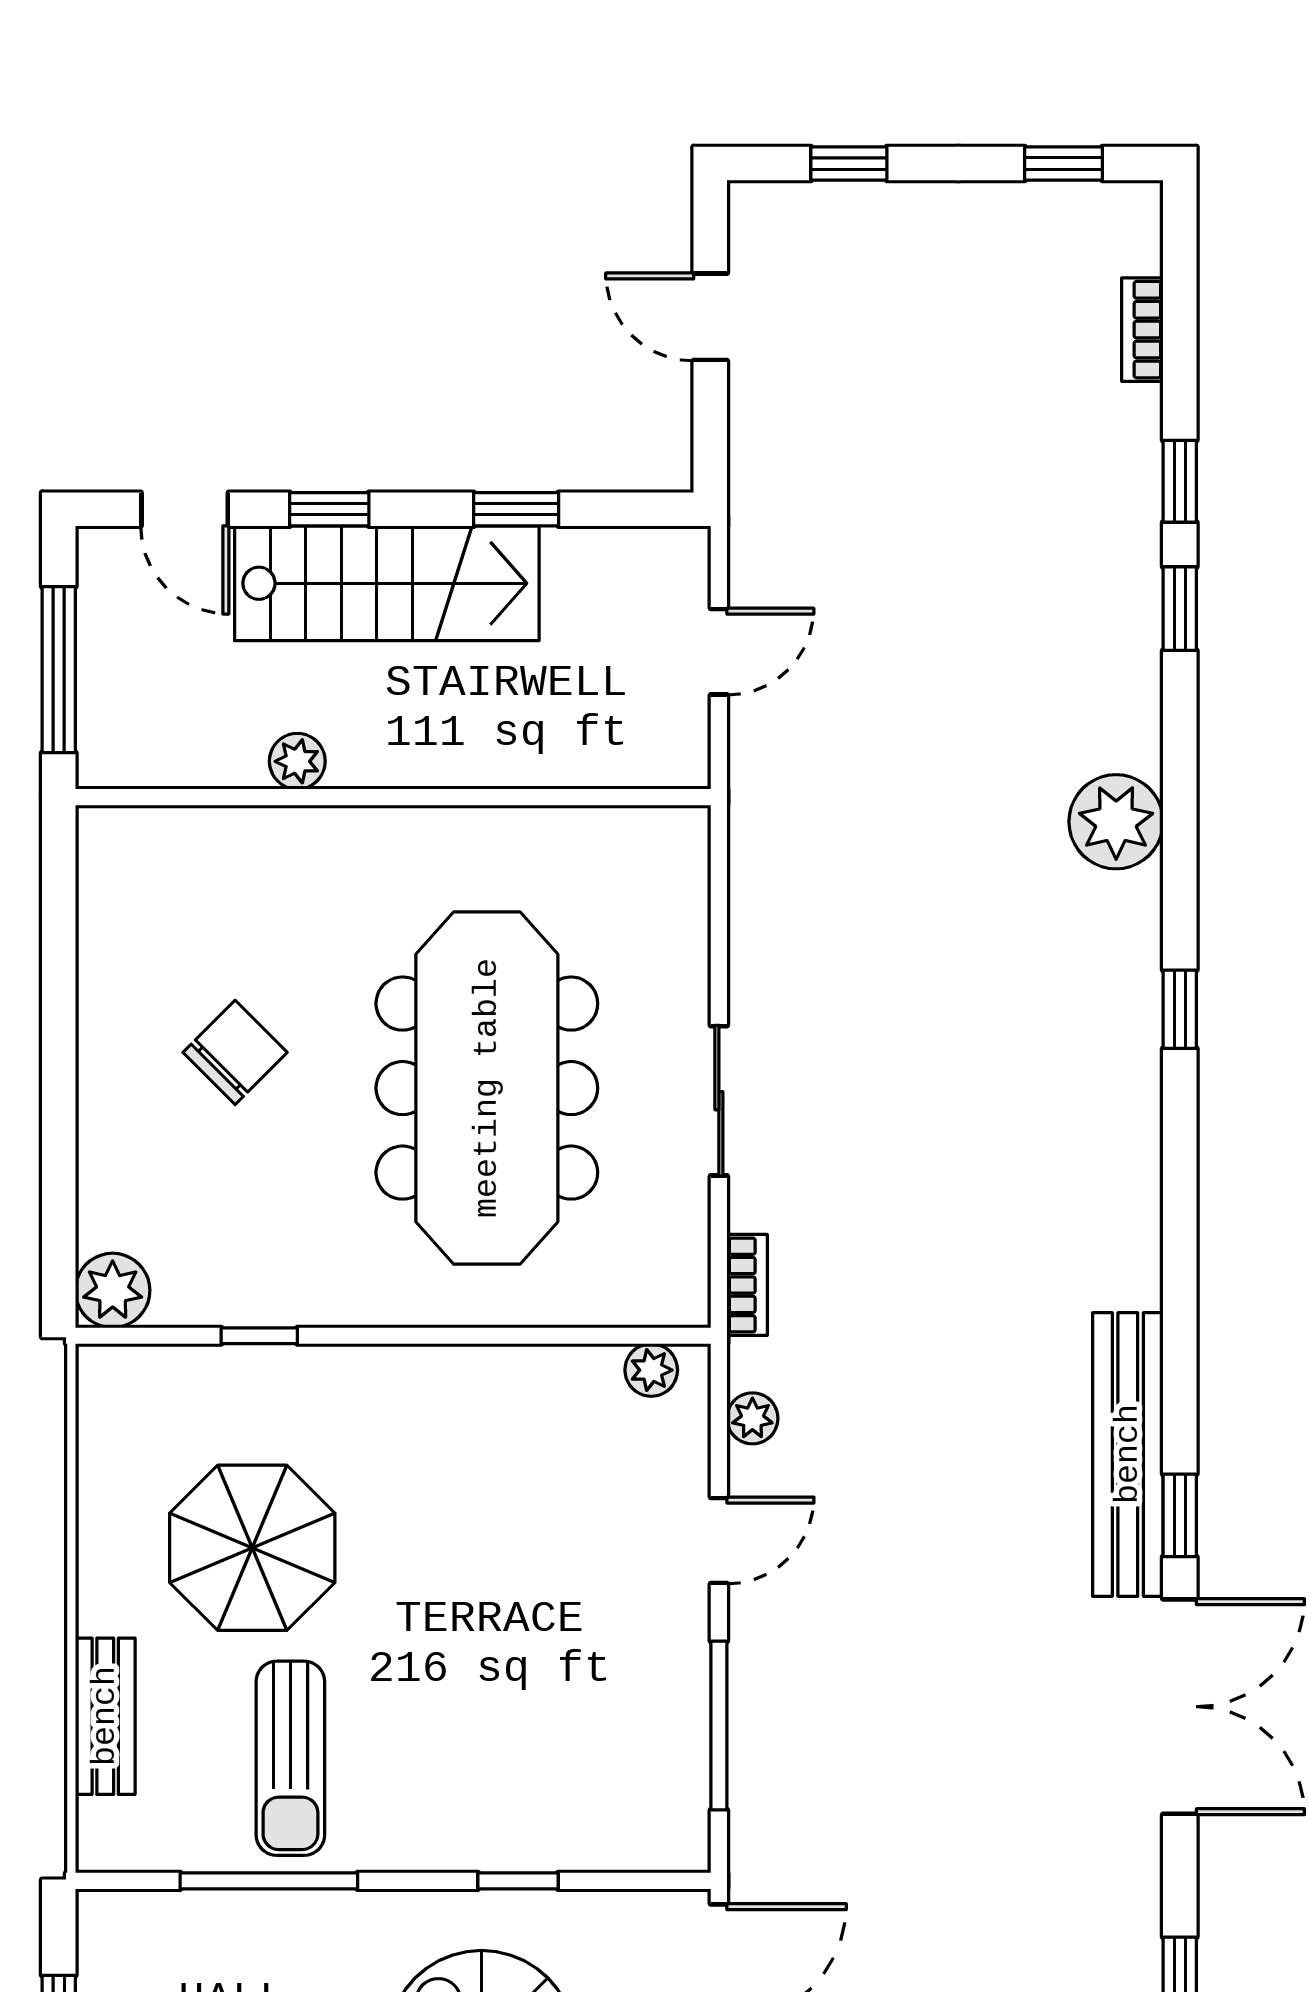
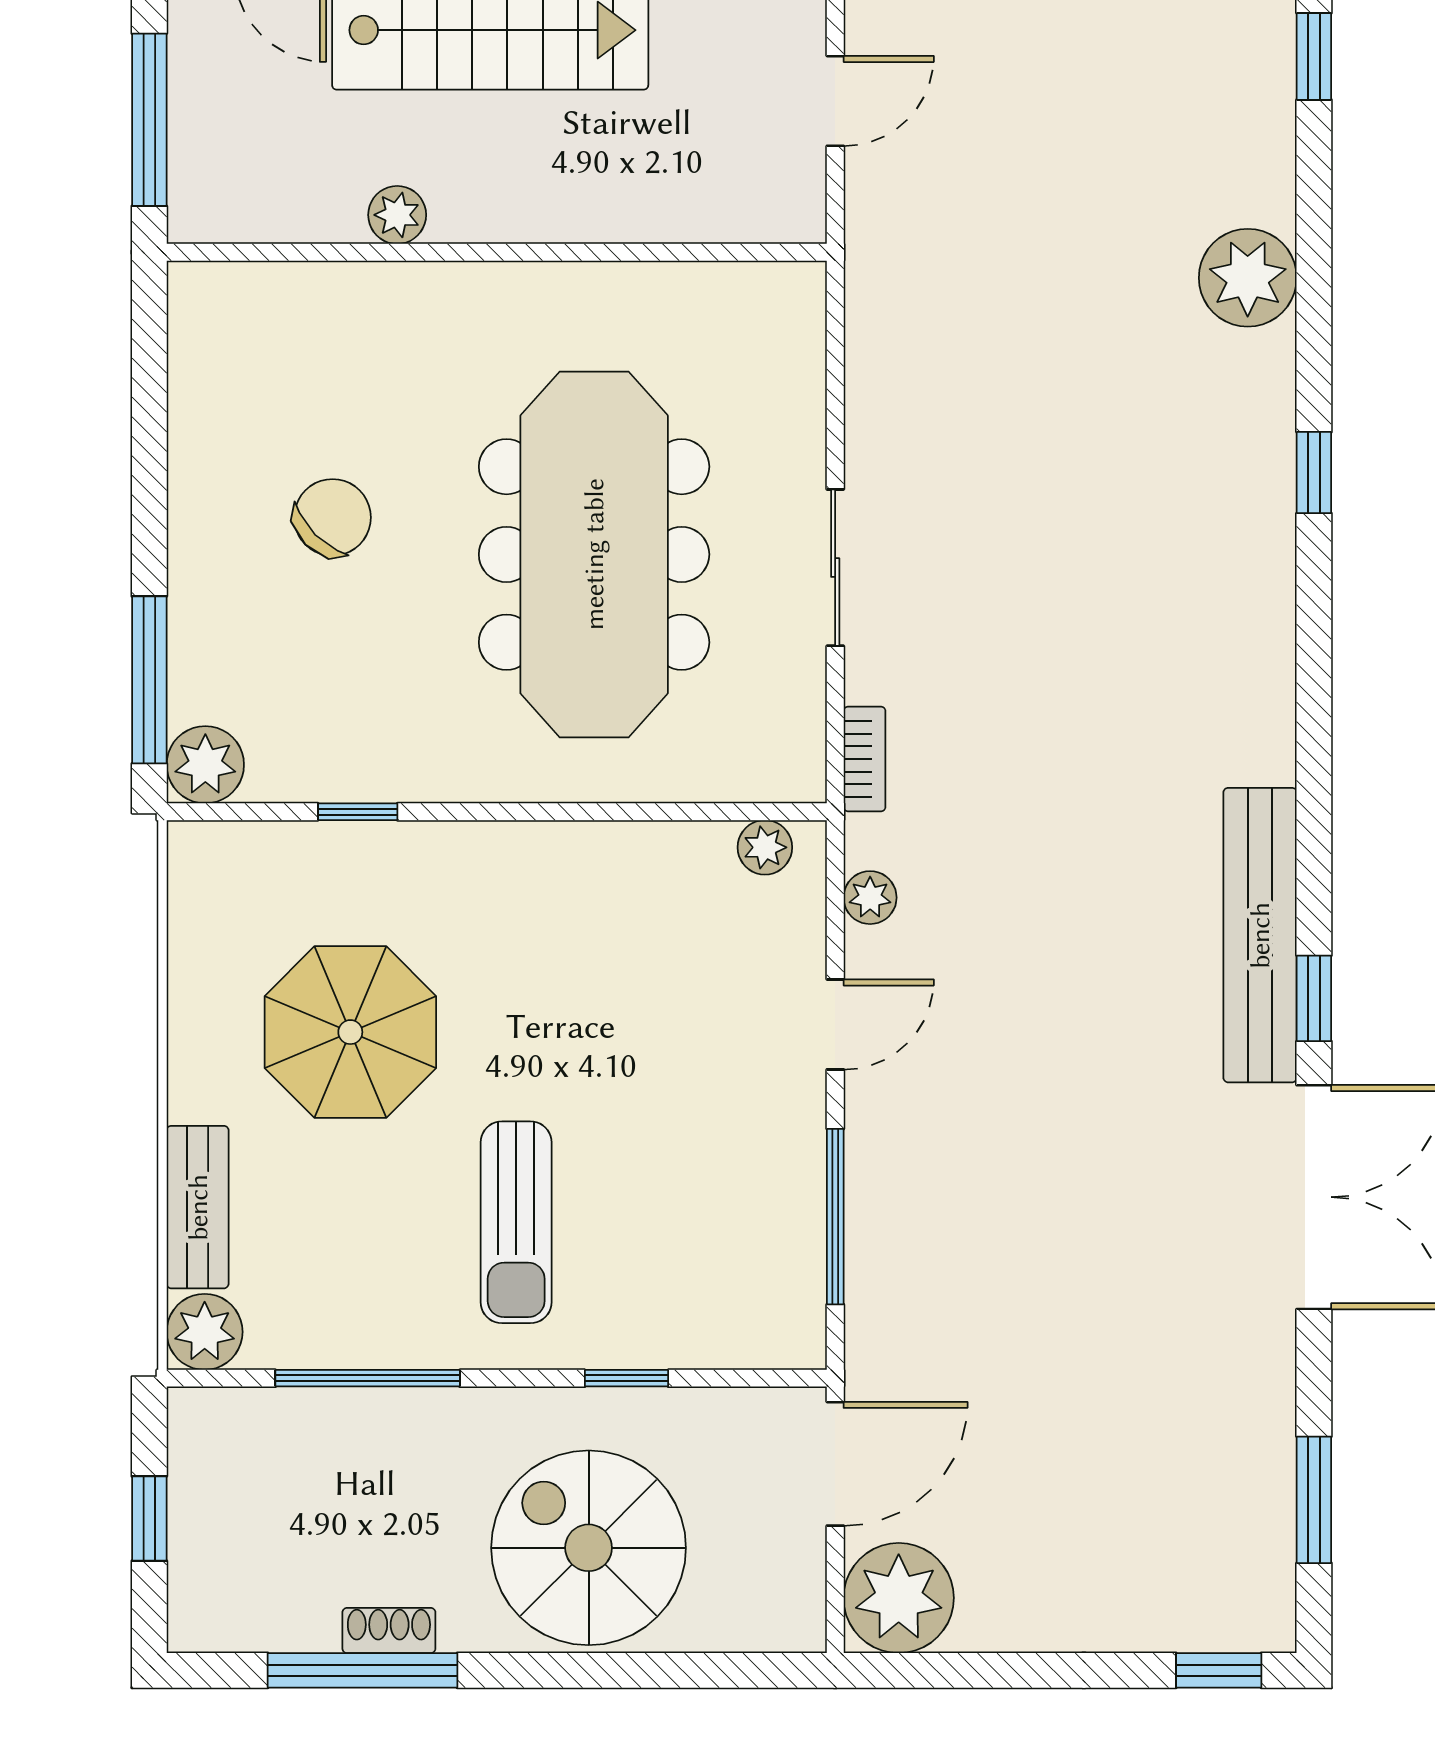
window: (59, 1209) -> (149, 680), added
sun lounger: (290, 1758) -> (516, 1222), moved
plant: (112, 1836) -> (205, 1332), added

